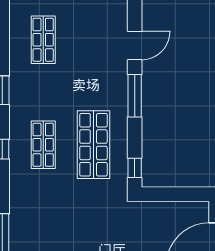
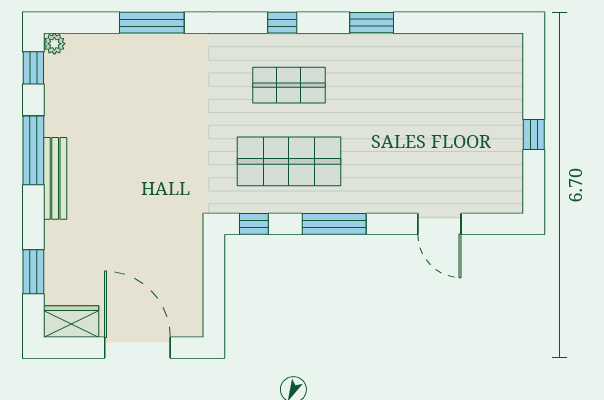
shop shelf: (43, 40) -> (448, 85), removed
window: (135, 96) -> (334, 224), moved

